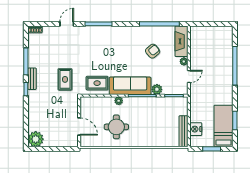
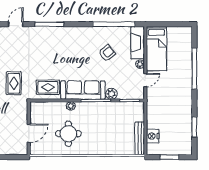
door: (79, 126) -> (29, 133), hinge flipped
bed: (223, 126) -> (156, 49), moved, turned 180

